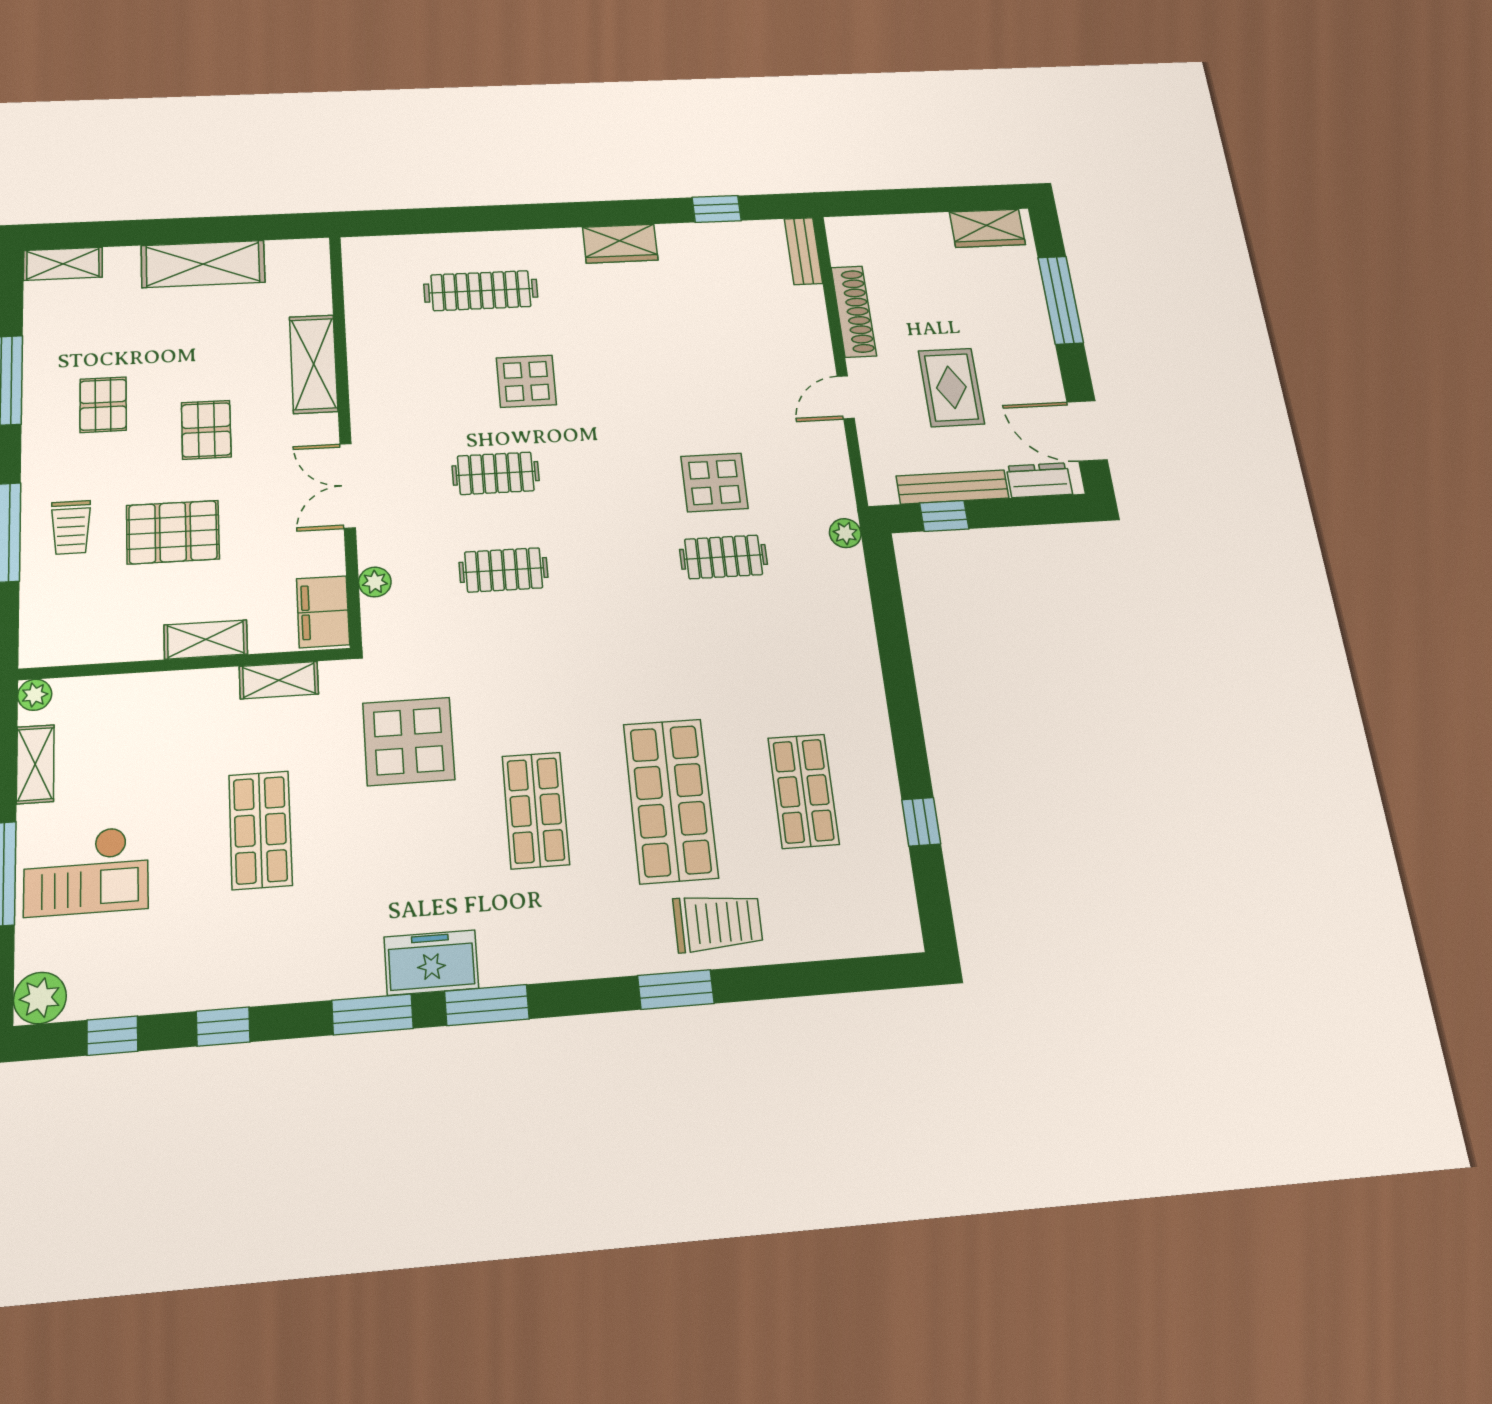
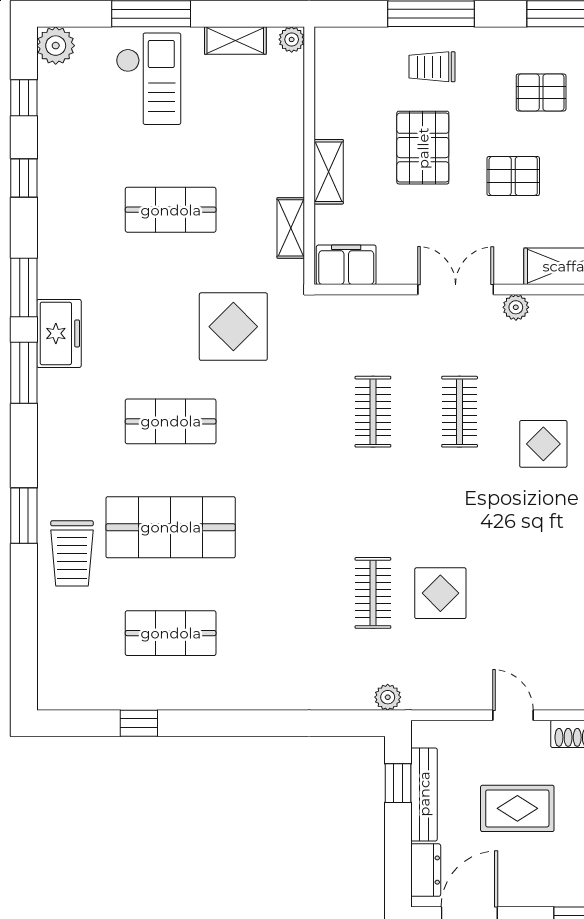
plant: (375, 582) -> (516, 307), moved
checkout: (86, 871) -> (148, 79), turned 180

